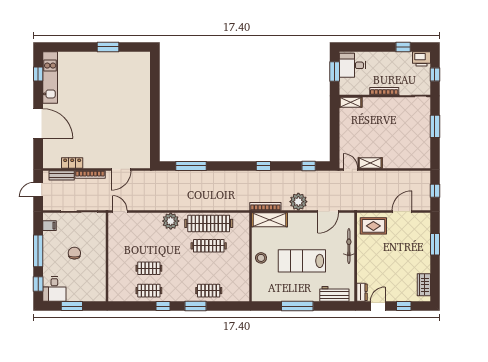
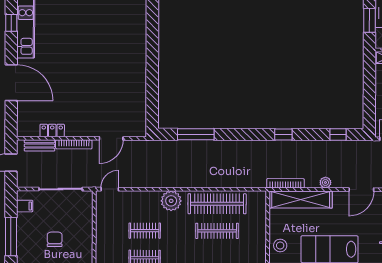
plant: (298, 202) -> (325, 182), width x0.53, depth x0.53
door: (120, 212) -> (110, 189), hinge flipped
shelving: (270, 220) -> (301, 200), width x1.47
clothes rail: (149, 246) -> (145, 231), added

